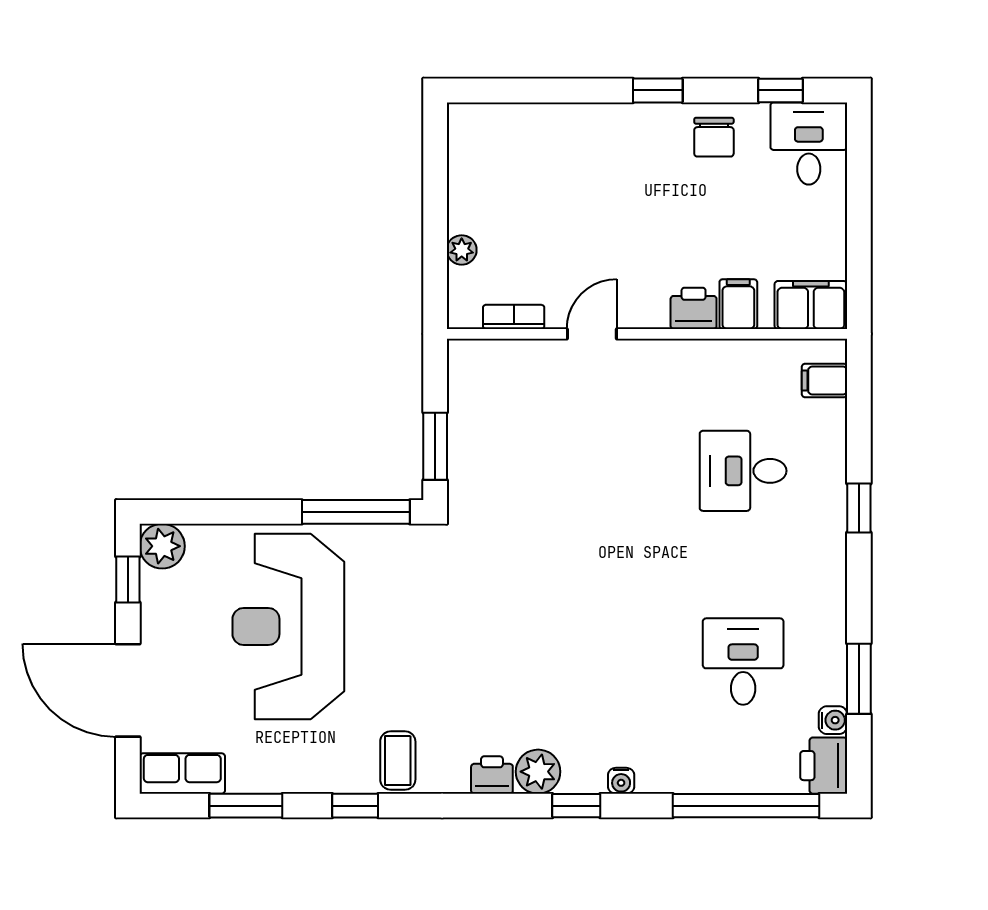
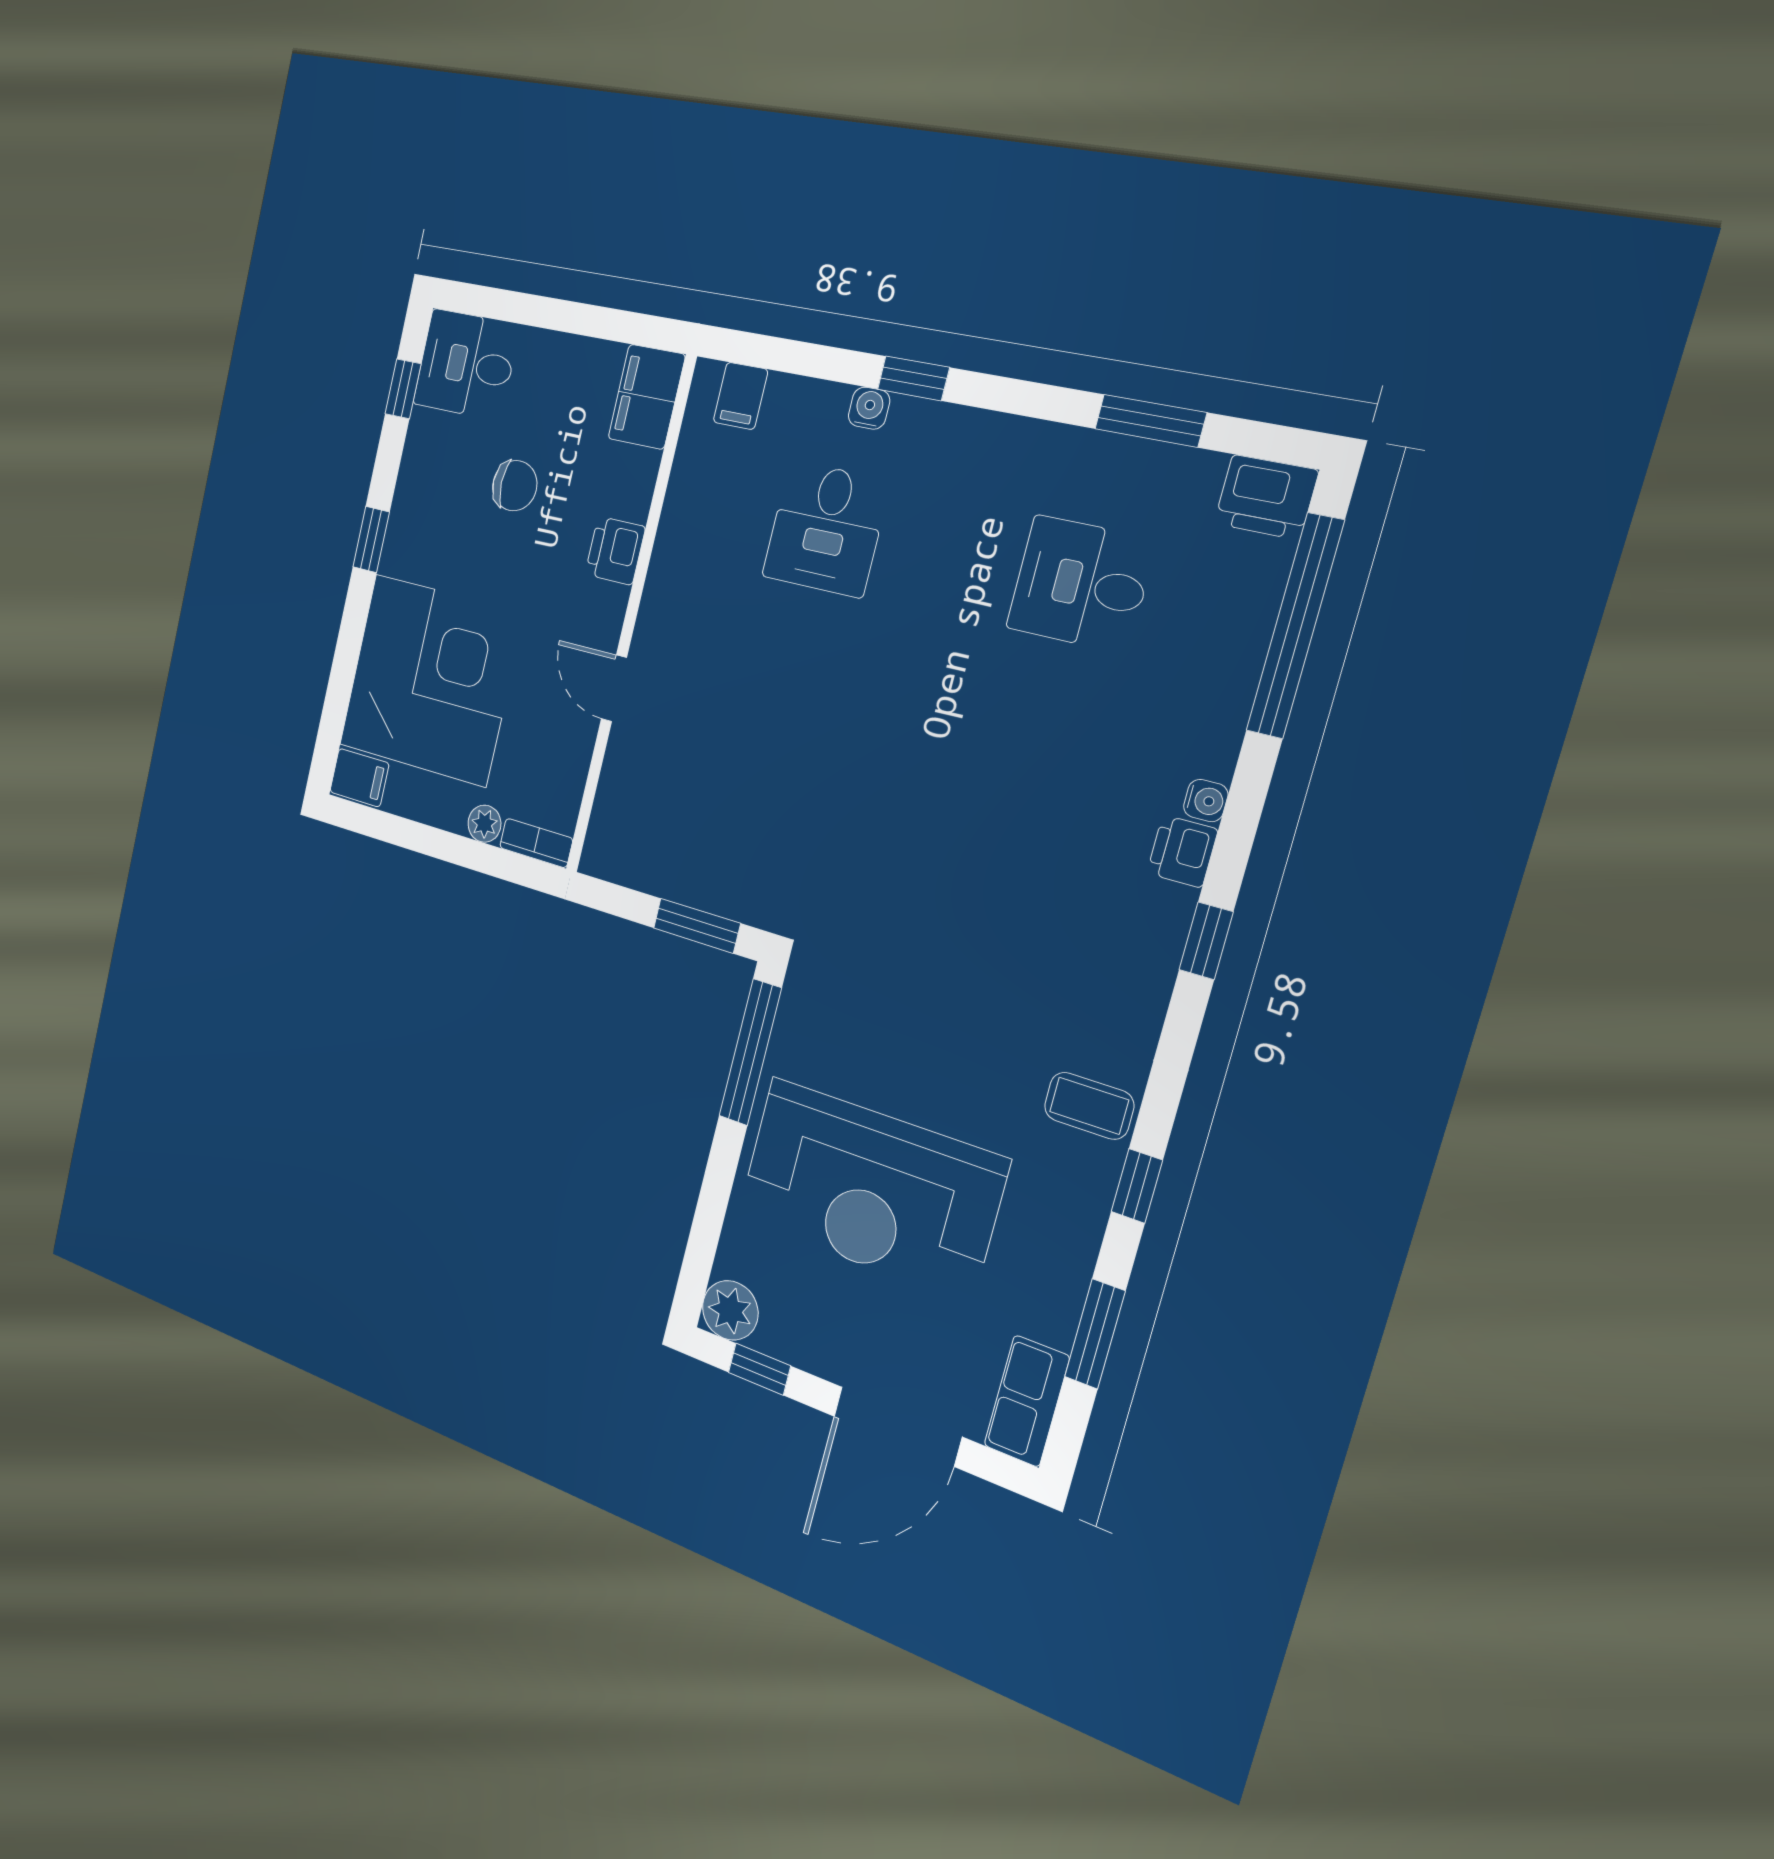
chair: (714, 137) -> (515, 486), moved
corner desk: (560, 173) -> (430, 680), added
filing cabinet: (738, 304) -> (359, 778), moved, turned 180
bookcase: (514, 317) -> (536, 843), moved, turned 90
water cooler: (833, 720) -> (869, 408), moved
plant: (538, 772) -> (1159, 916), removed
printer: (492, 775) -> (1182, 851), moved
window: (576, 806) -> (1206, 941), moved

